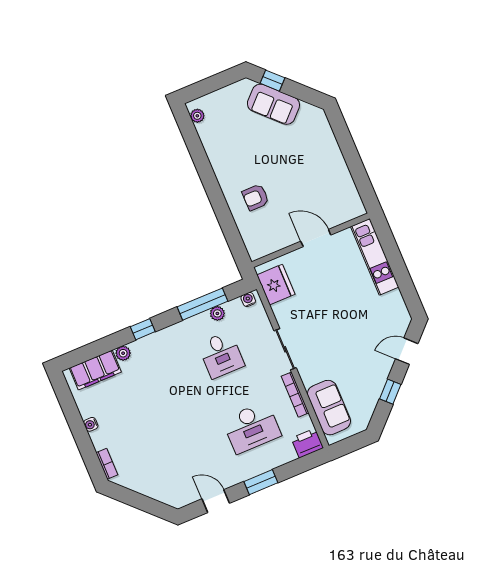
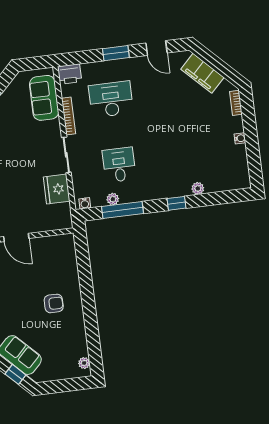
armchair: (256, 197) -> (54, 303), moved
fridge: (276, 285) -> (57, 189), moved
filing cabinet: (95, 370) -> (202, 73), moved, turned -135

